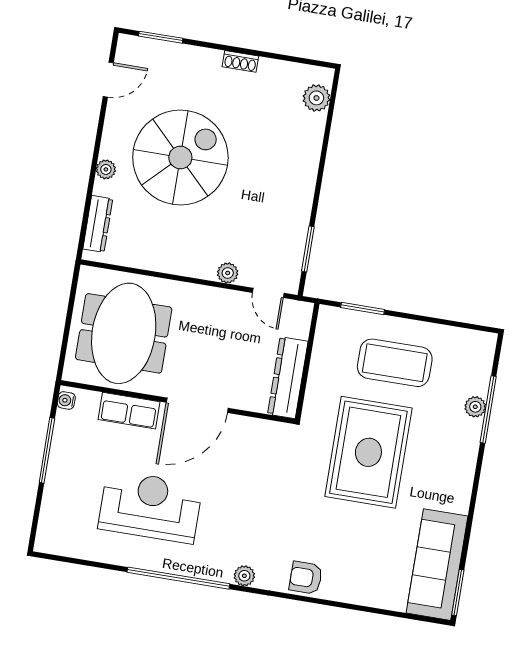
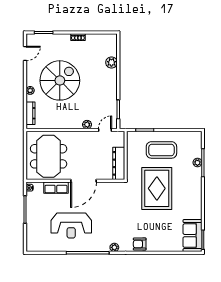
plant: (316, 98) -> (111, 62), moved
door: (268, 293) -> (105, 130), swing flipped
reception desk: (150, 507) -> (71, 225), turned 180
sofa: (437, 565) -> (192, 236), width x0.73

